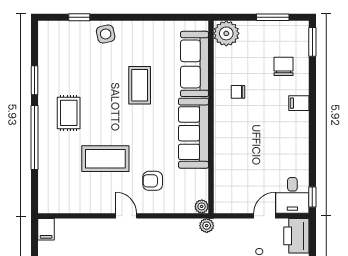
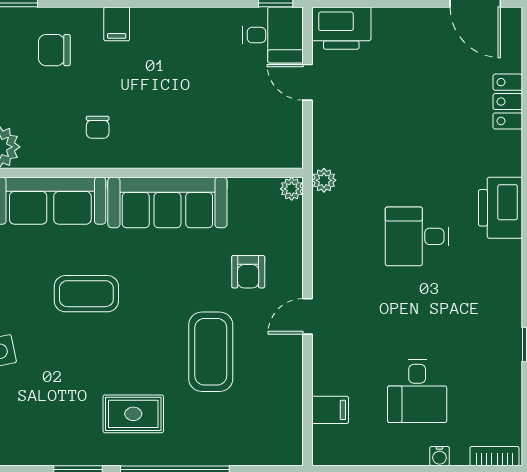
filing cabinet: (46, 229) -> (330, 410), moved

